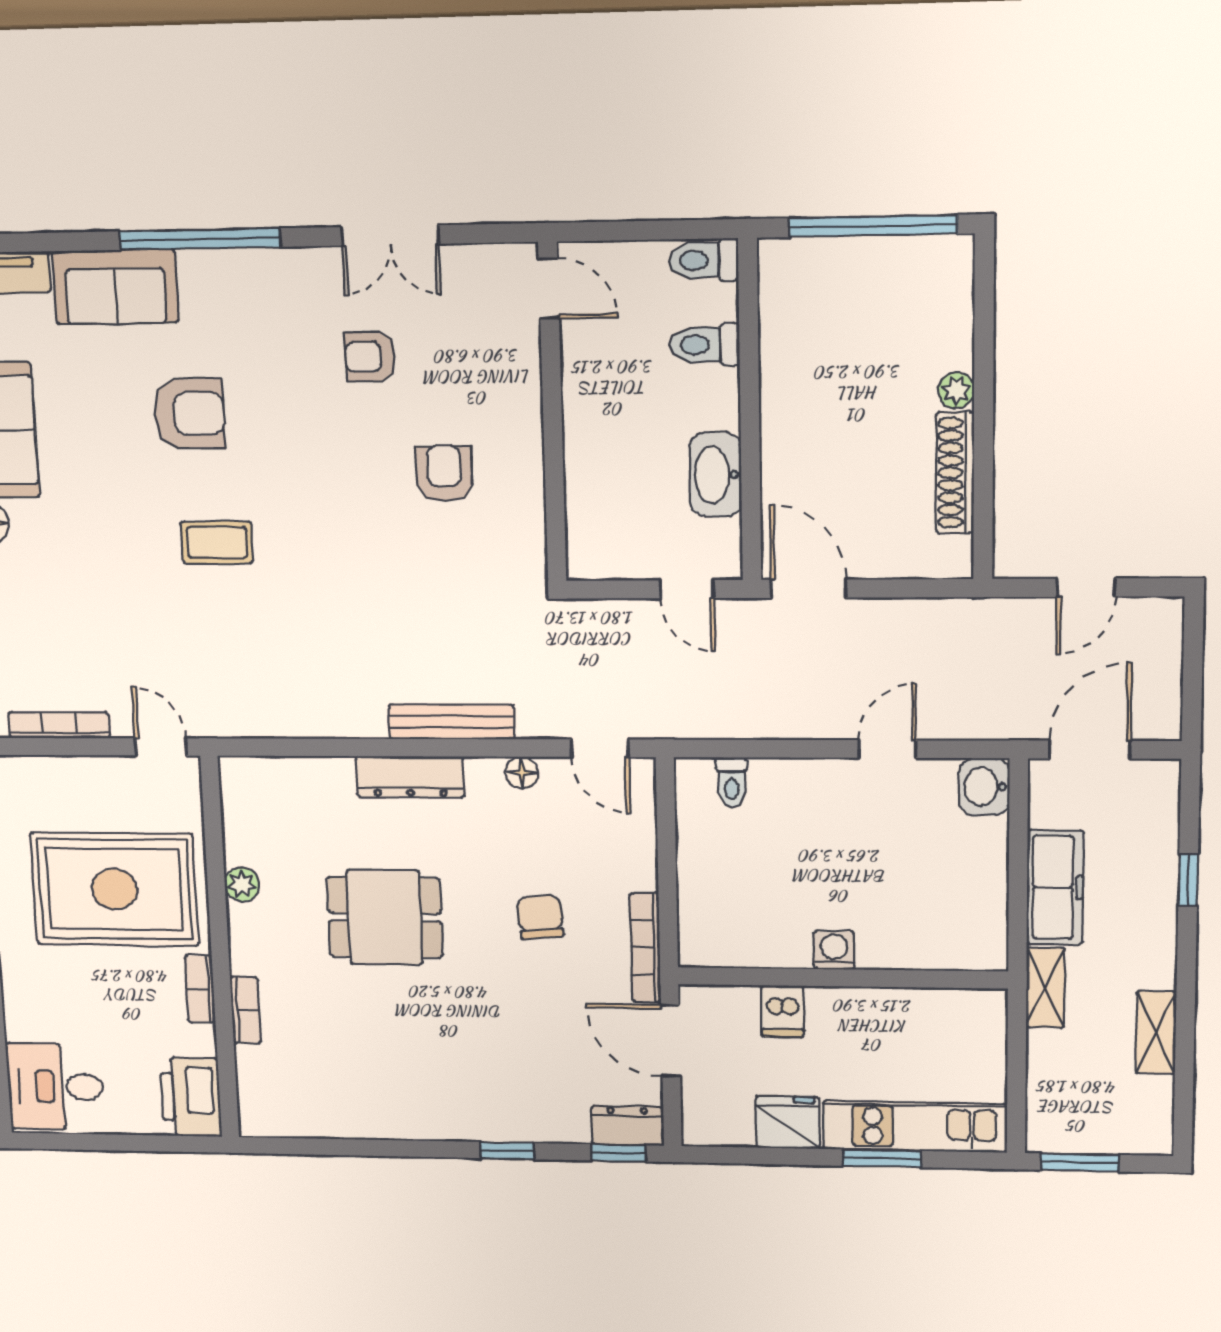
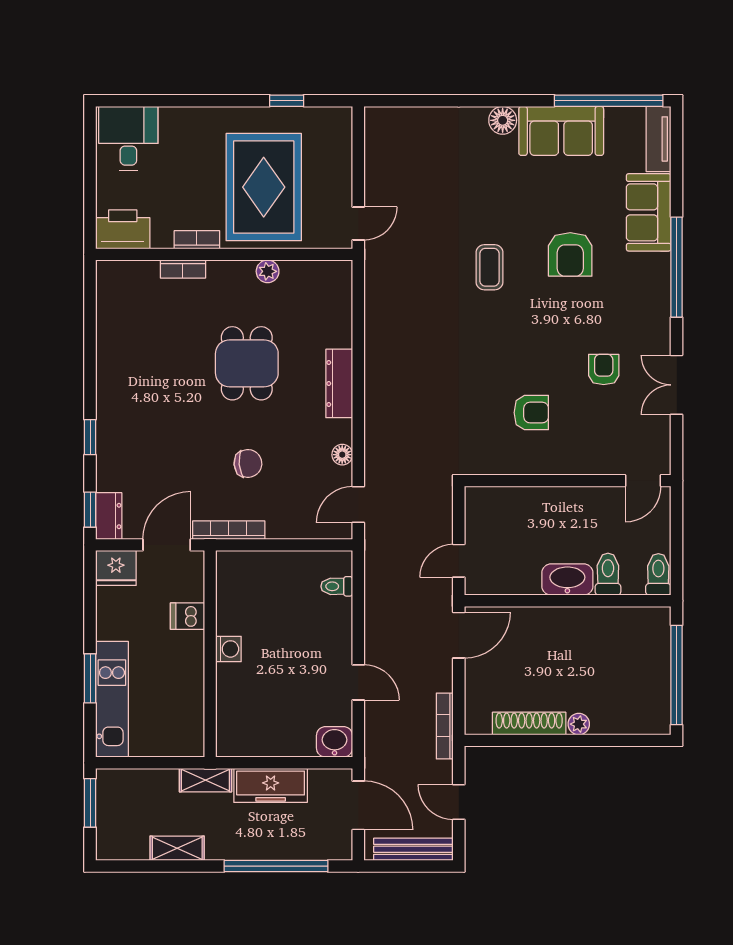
washbasin: (716, 475) -> (567, 580), moved
bench: (451, 722) -> (413, 849), moved, turned 90
bookcase: (59, 725) -> (445, 726), moved, turned 180
window: (1188, 880) -> (276, 866), width x3.17
fridge: (788, 1122) -> (116, 568), moved, turned 90

